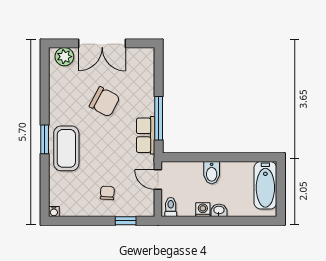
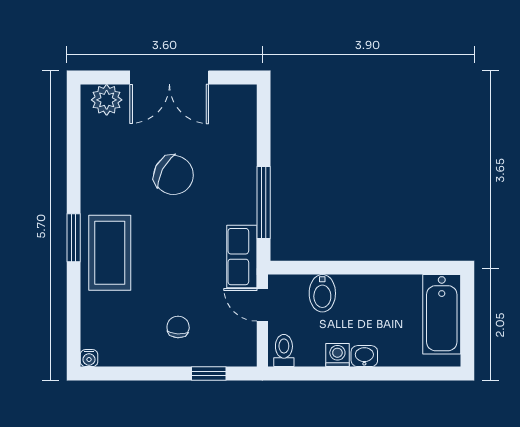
row of seats: (146, 135) -> (242, 257), moved
bidet: (212, 173) -> (322, 293), moved

